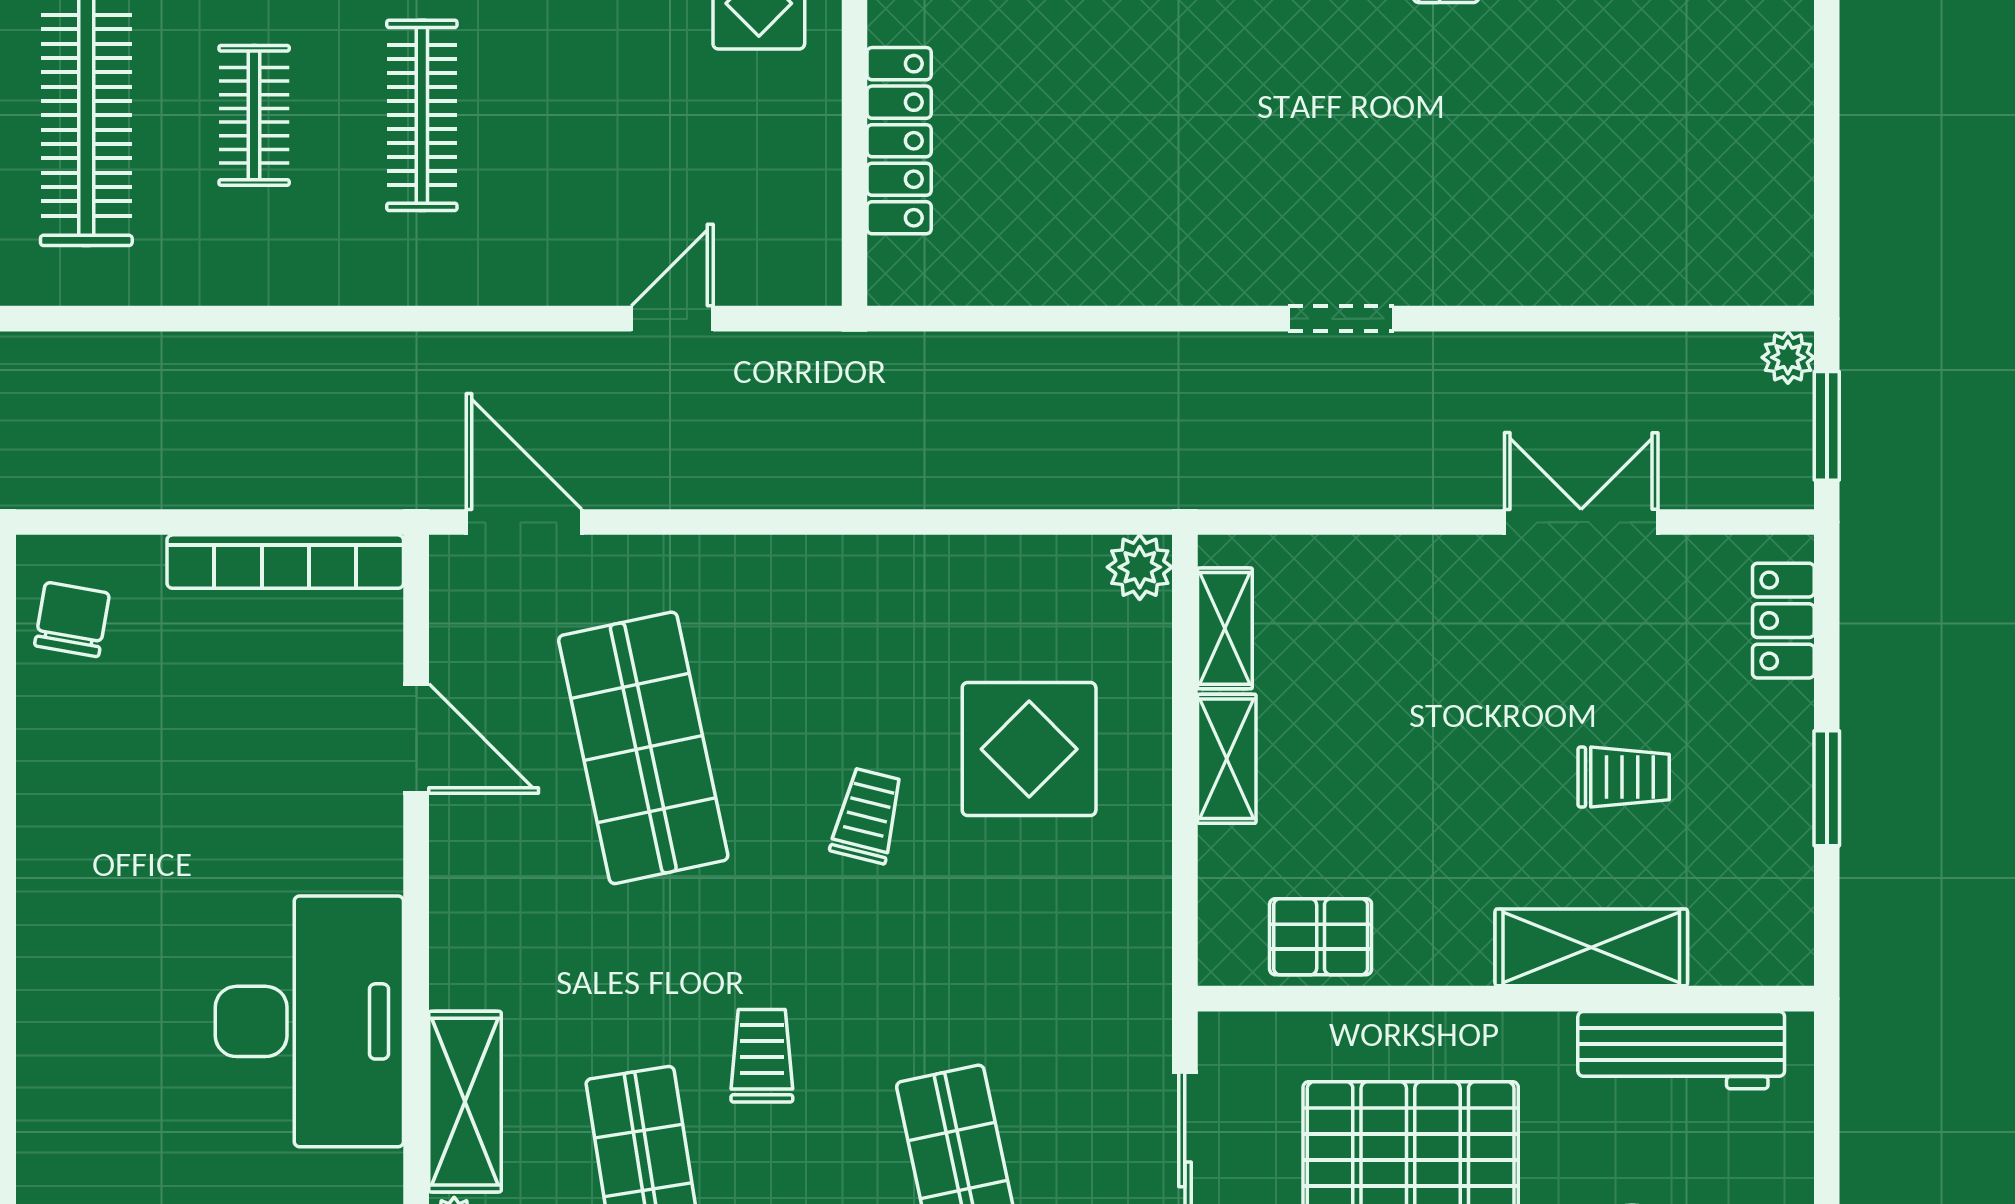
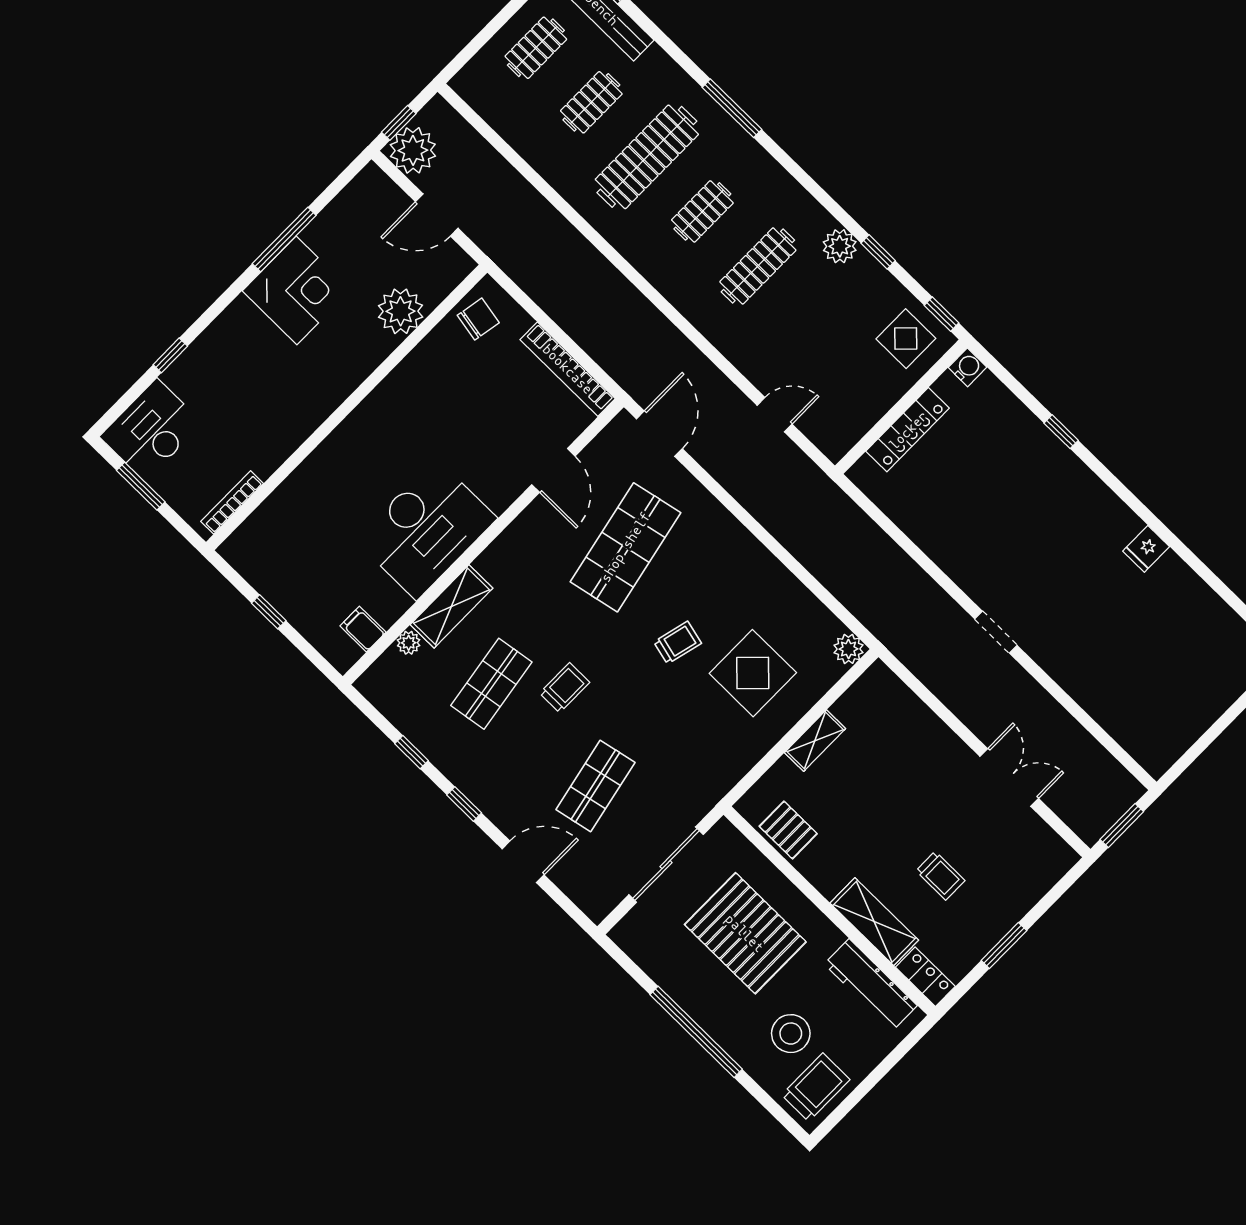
plant: (1788, 357) -> (1131, 790), removed
locker: (1783, 621) -> (925, 977), moved, turned 90
shelving: (1225, 628) -> (857, 697), removed

